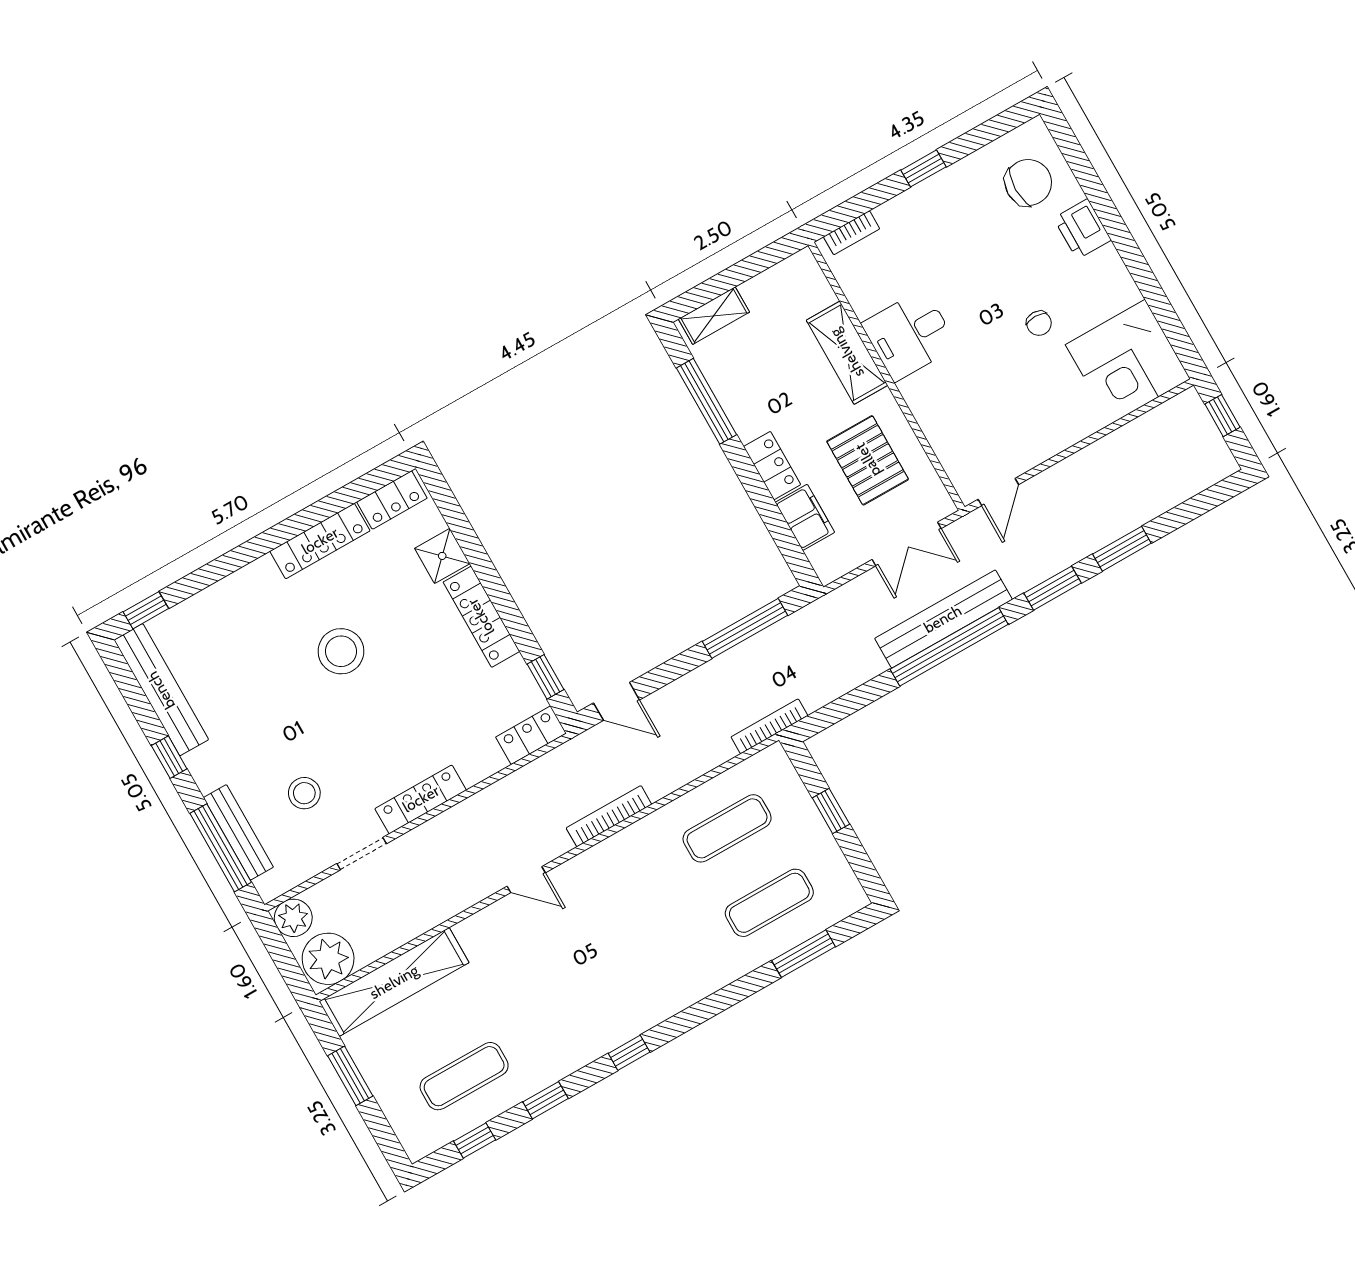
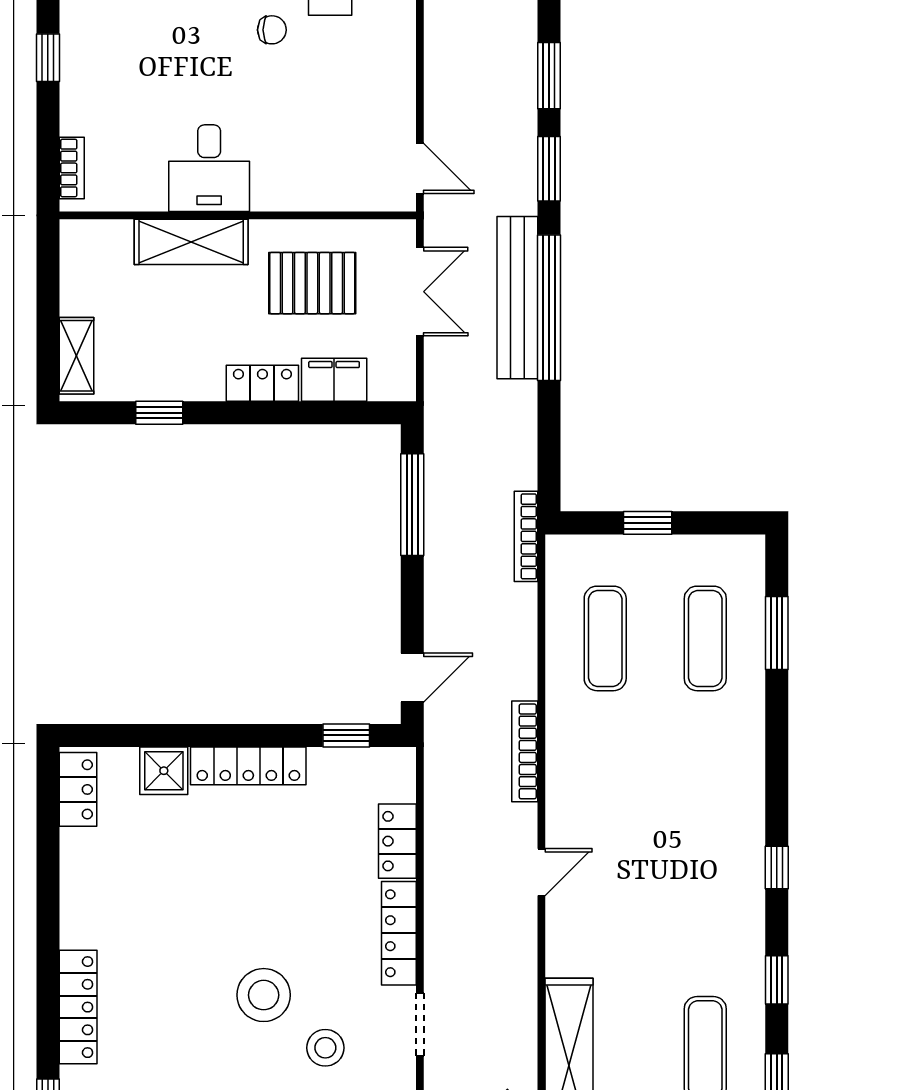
window: (706, 401) -> (159, 413), width x0.46
locker: (320, 541) -> (78, 1007), moved
stool: (341, 651) -> (264, 995), moved
locker: (531, 735) -> (397, 841), moved

